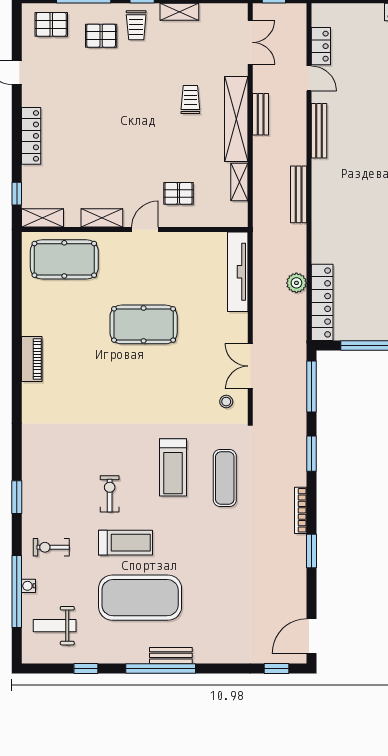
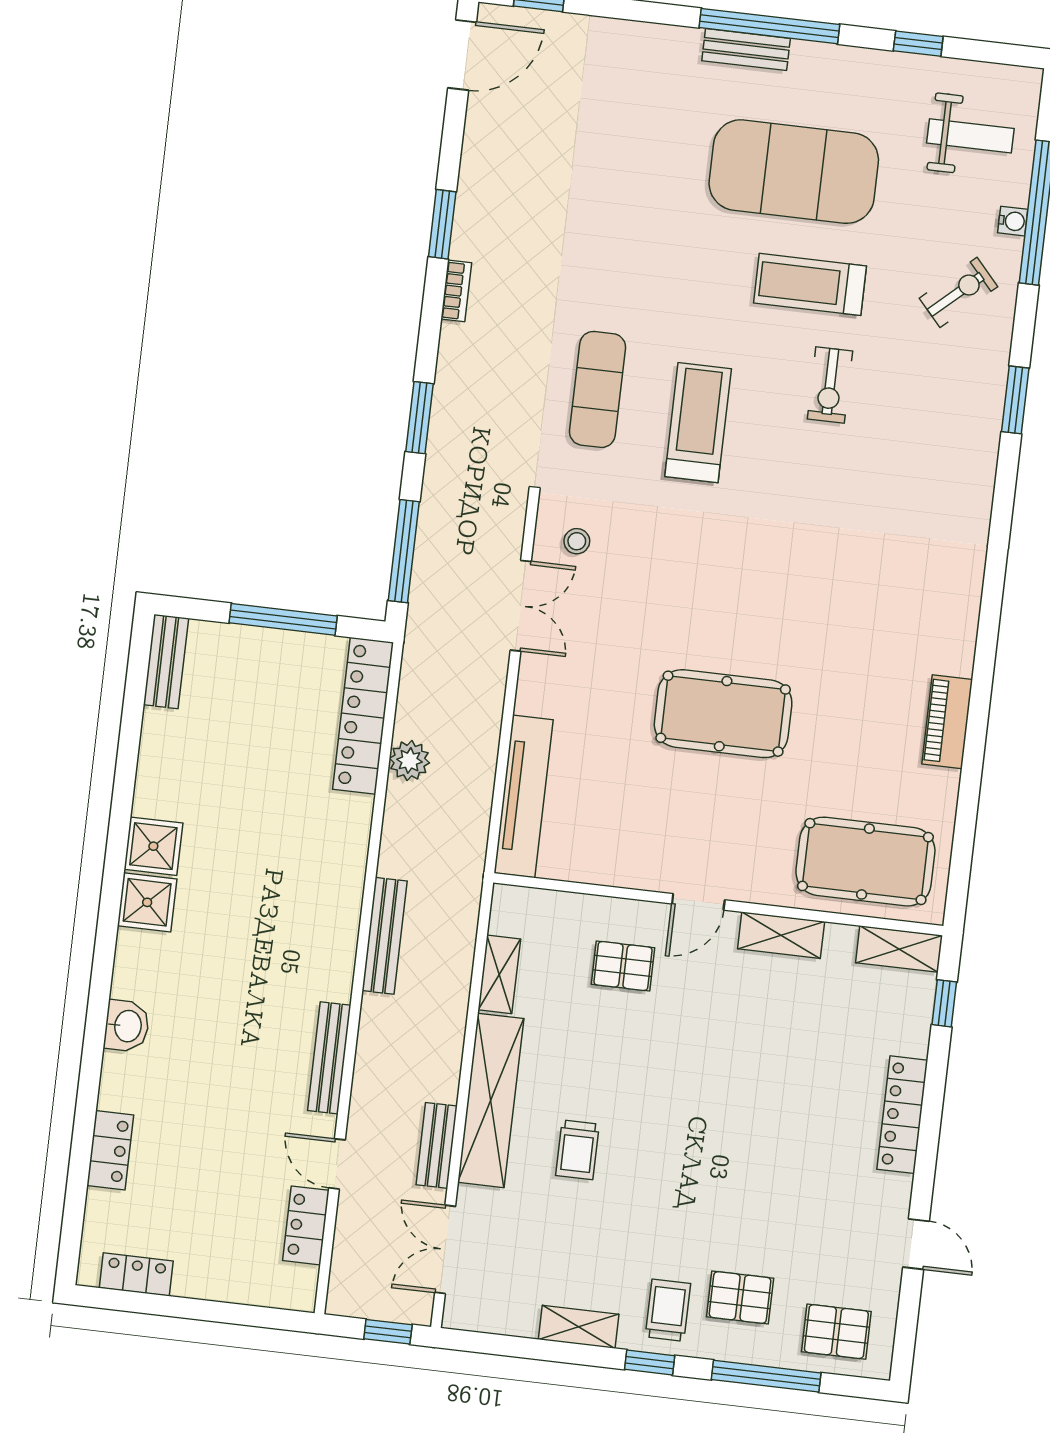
bench: (261, 114) -> (437, 1145), moved
piano: (32, 359) -> (947, 722), moved
bookcase: (301, 510) -> (456, 291), width x0.64
exercise bike: (51, 547) -> (959, 292), turned -42

